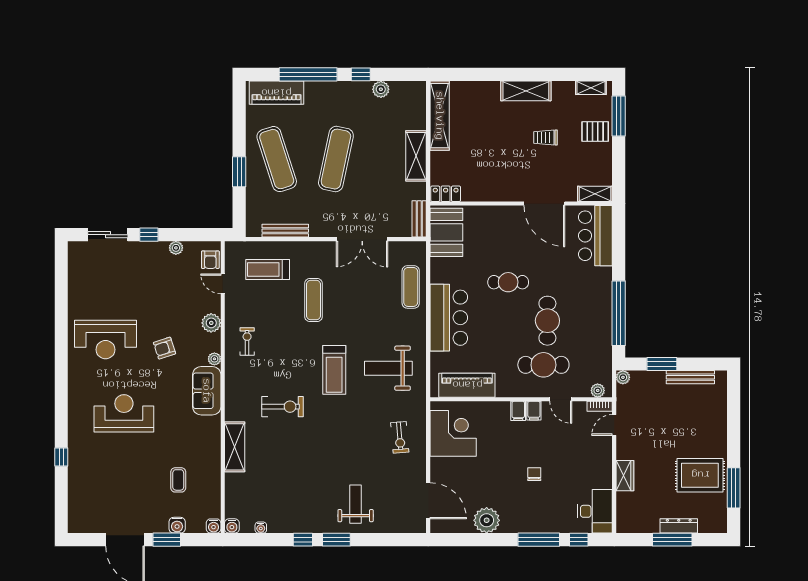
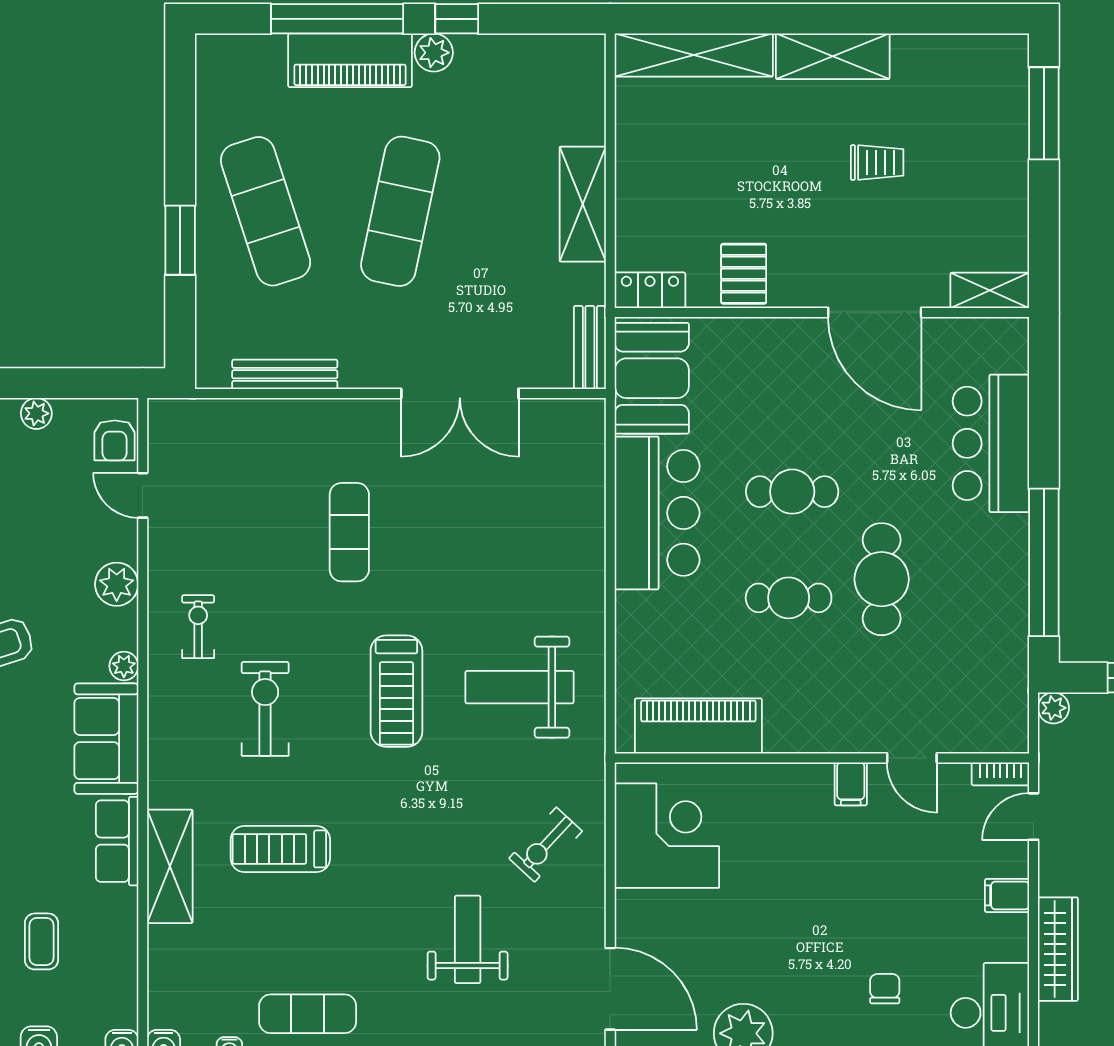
shelving: (591, 88) -> (981, 49), removed
plant: (381, 89) -> (434, 53), moved
piano: (276, 93) -> (350, 60), moved
shelving: (440, 116) -> (694, 55), moved, turned 90
pallet: (595, 131) -> (744, 274), moved, turned 90
trolley: (545, 138) -> (877, 162), turned 180
bar counter: (595, 236) -> (991, 443), moved
treadmill: (268, 269) -> (280, 849), moved
exercise mat: (411, 287) -> (308, 1014), moved, turned 90
bar counter: (449, 318) -> (657, 513), moved
cafe table: (543, 365) -> (789, 598), moved, width x0.73, depth x0.74
plant: (598, 390) -> (996, 738), removed
exercise bike: (283, 407) -> (265, 709), moved, turned -90
filing cabinet: (518, 411) -> (1007, 895), moved, turned 90
row of seats: (211, 436) -> (117, 841), added
exercise bike: (400, 437) -> (545, 845), turned 48
chair: (534, 474) -> (885, 989), moved
wardrobe: (625, 476) -> (1058, 949), width x1.50
weight bench: (356, 504) -> (468, 939), moved

